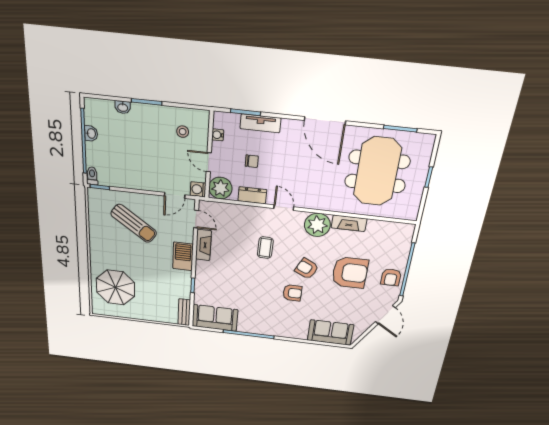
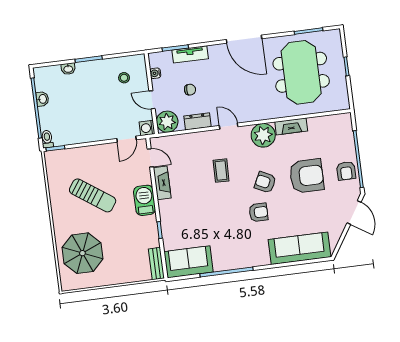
sun lounger: (134, 223) -> (93, 195), moved
sofa: (330, 332) -> (299, 248), width x1.36

